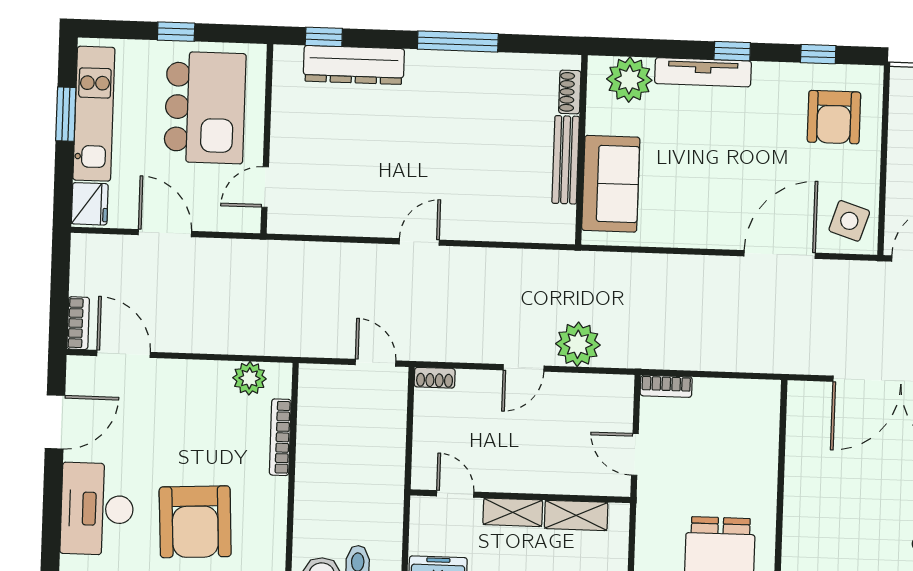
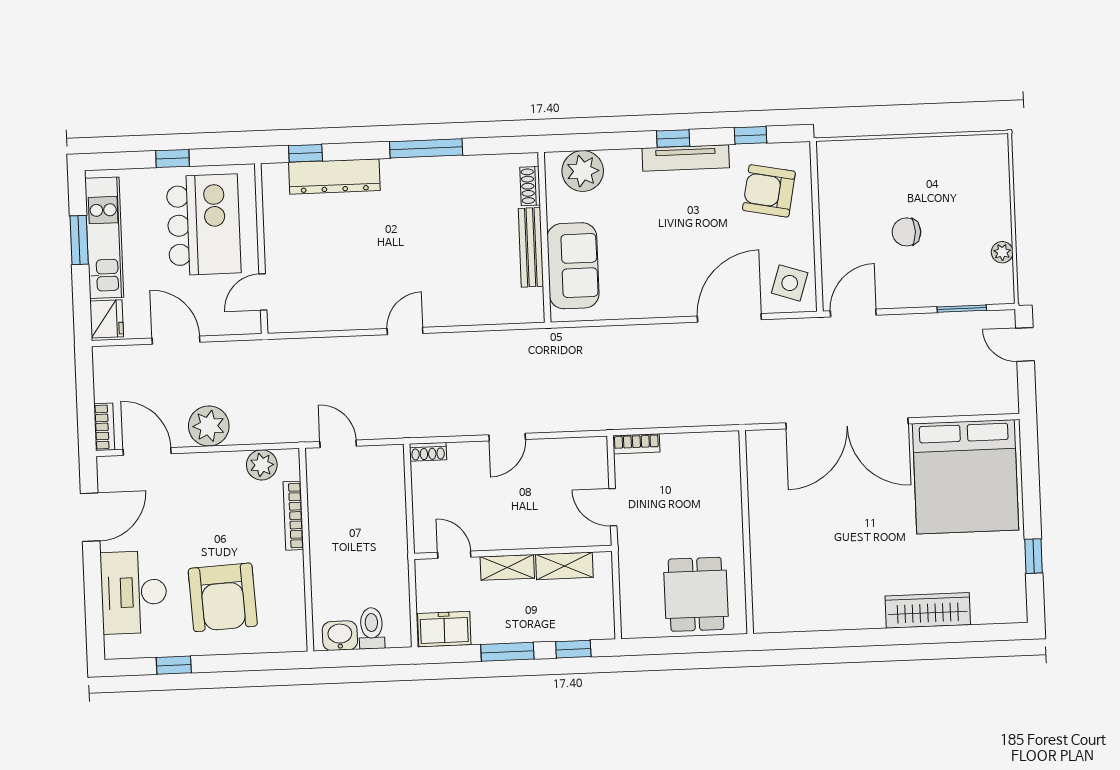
tv unit: (703, 72) -> (686, 158), moved
armchair: (834, 117) -> (769, 191), turned 101
plant: (578, 344) -> (209, 426), moved
door: (375, 363) -> (338, 444), moved

